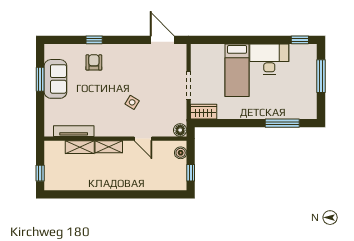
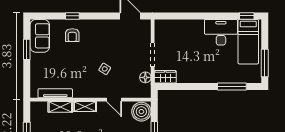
armchair: (94, 62) -> (72, 35), turned 180
bed: (237, 70) -> (248, 42), moved
window: (321, 76) -> (265, 63), moved
sofa: (55, 79) -> (40, 36), moved
floor lamp: (180, 130) -> (145, 77), moved
boiler: (181, 153) -> (141, 112), width x1.86, depth x1.86

